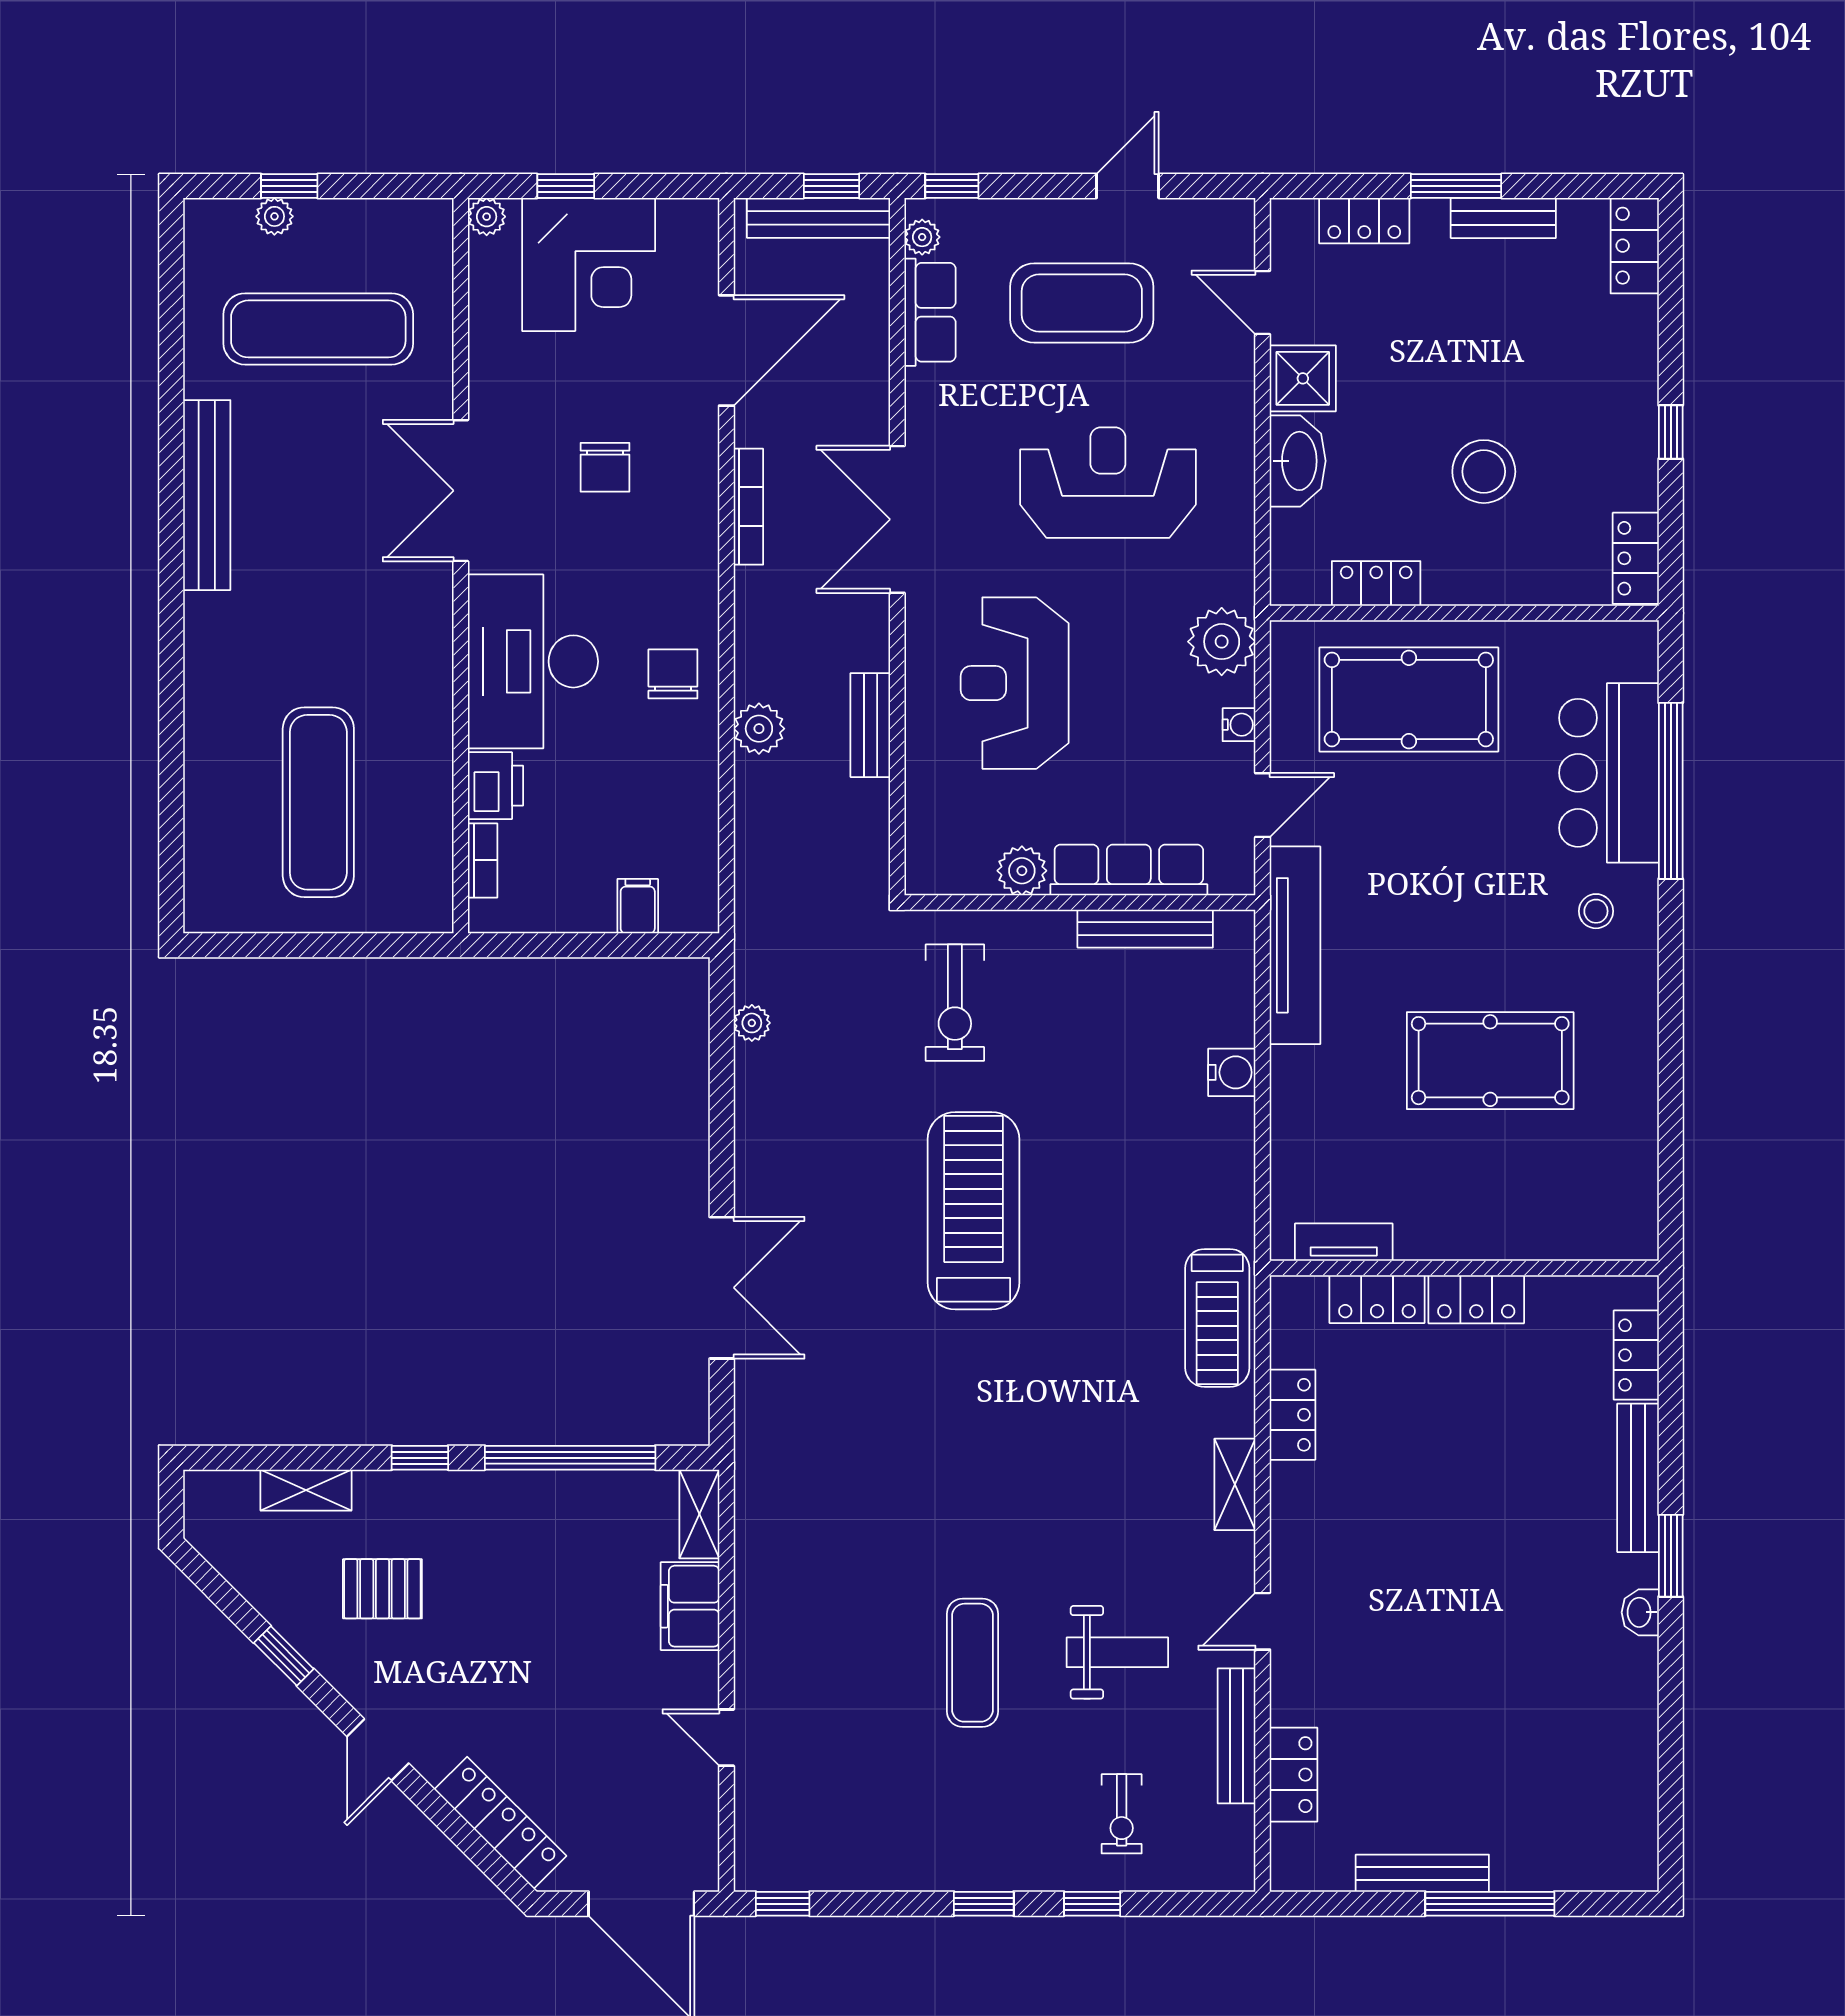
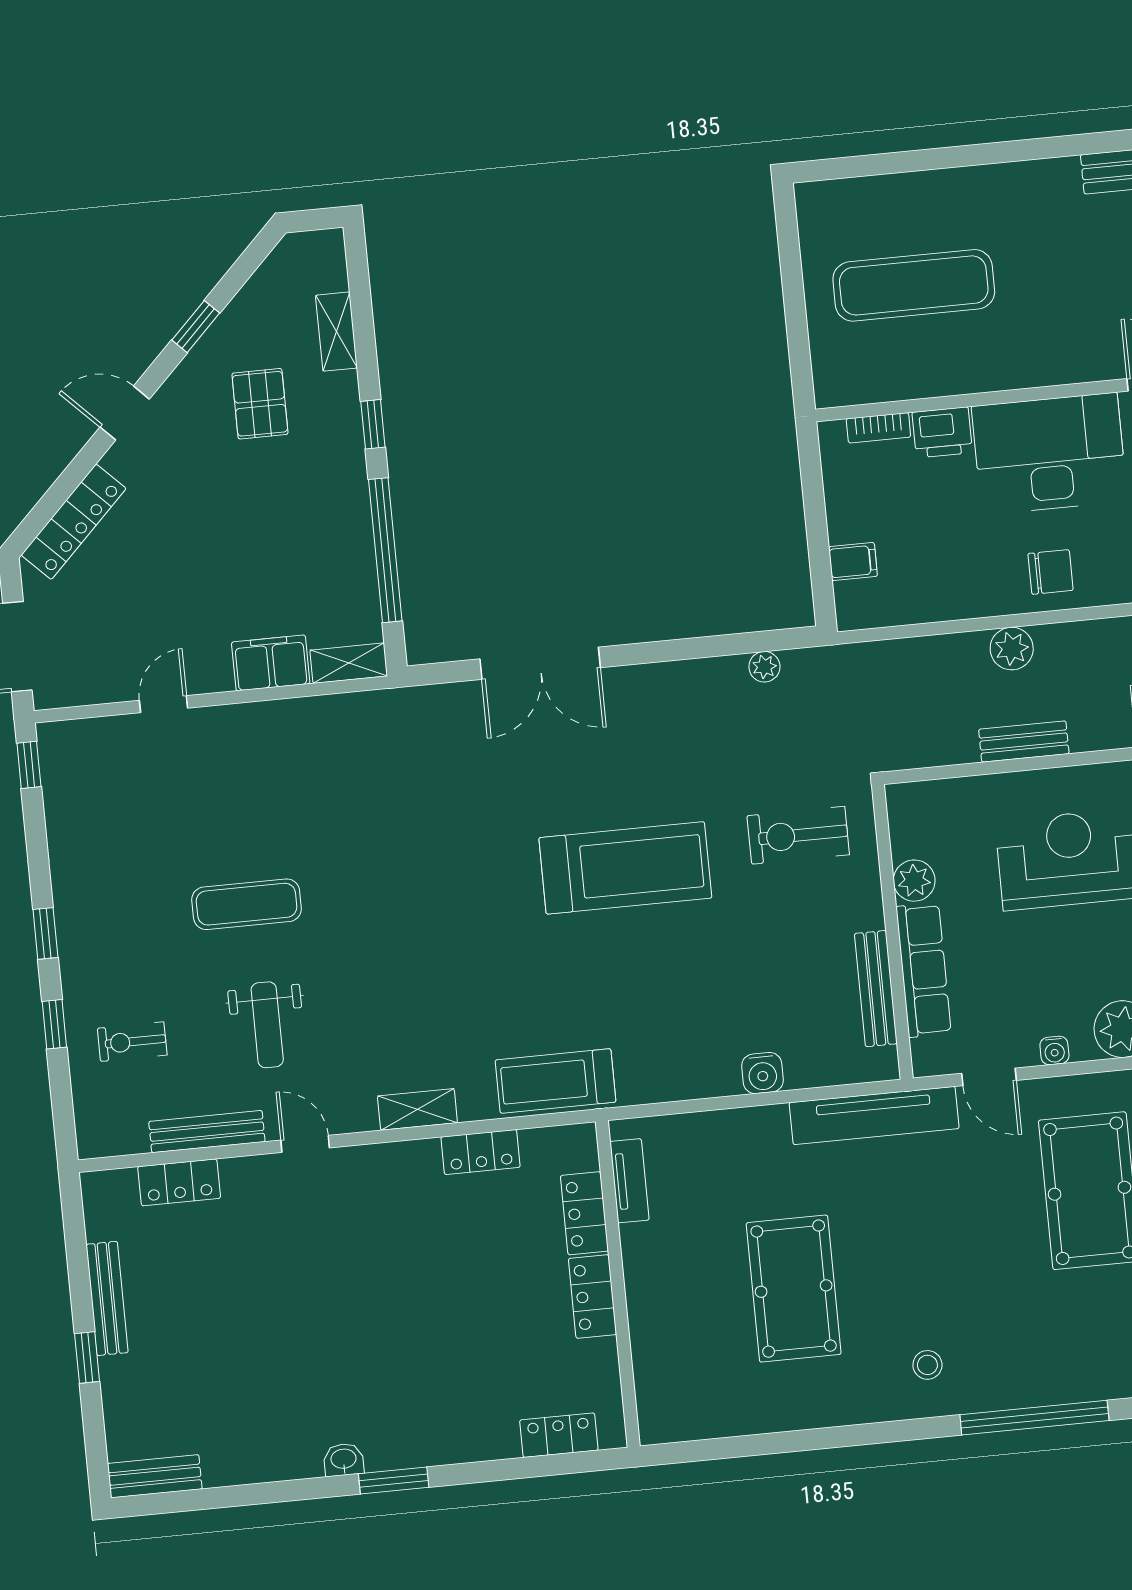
bar counter: (1609, 773) -> (1044, 1364), removed
bench: (1638, 1478) -> (155, 1476), moved, width x0.73
window: (1490, 1904) -> (87, 1357), width x0.46

